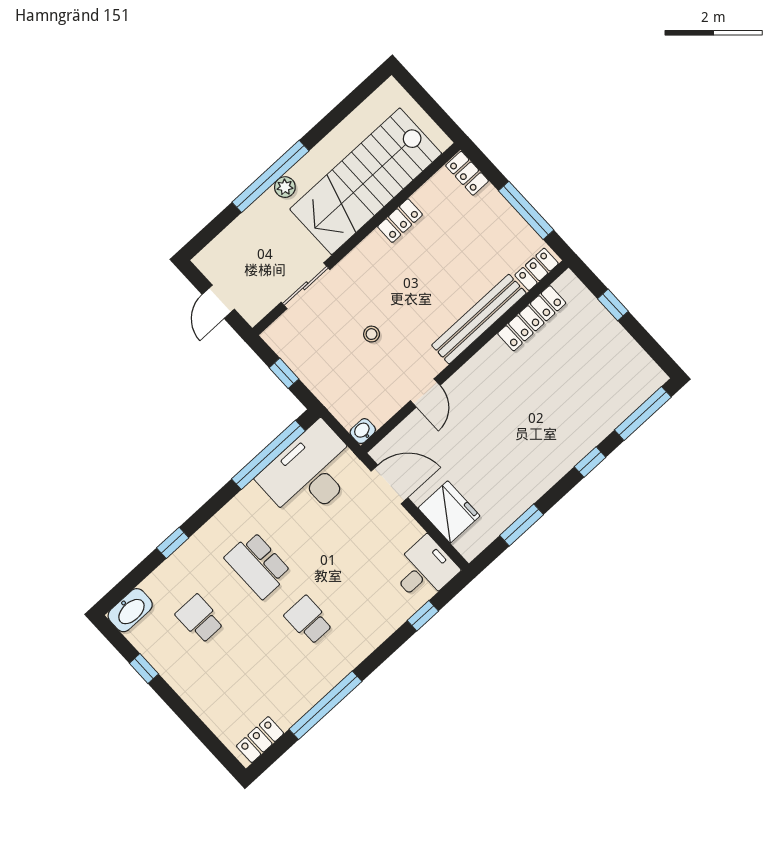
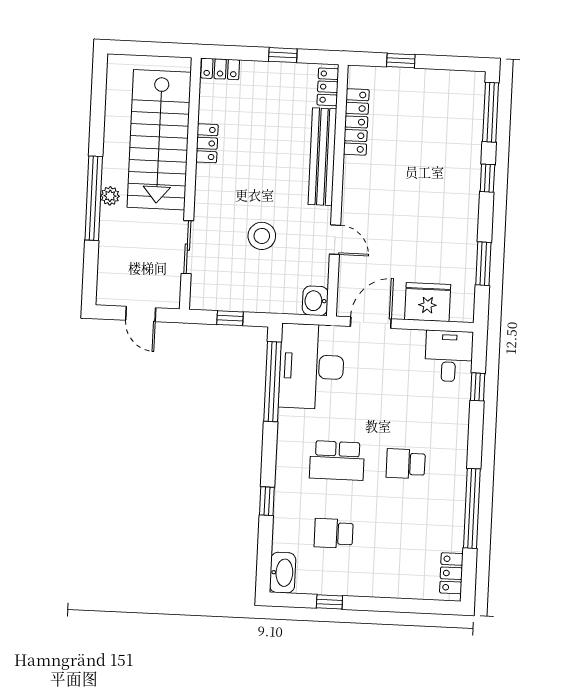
window: (526, 210) -> (283, 55), width x0.46
stool: (372, 334) -> (262, 236), width x1.89, depth x1.89
washbasin: (363, 431) -> (315, 301), width x1.38, depth x1.45

